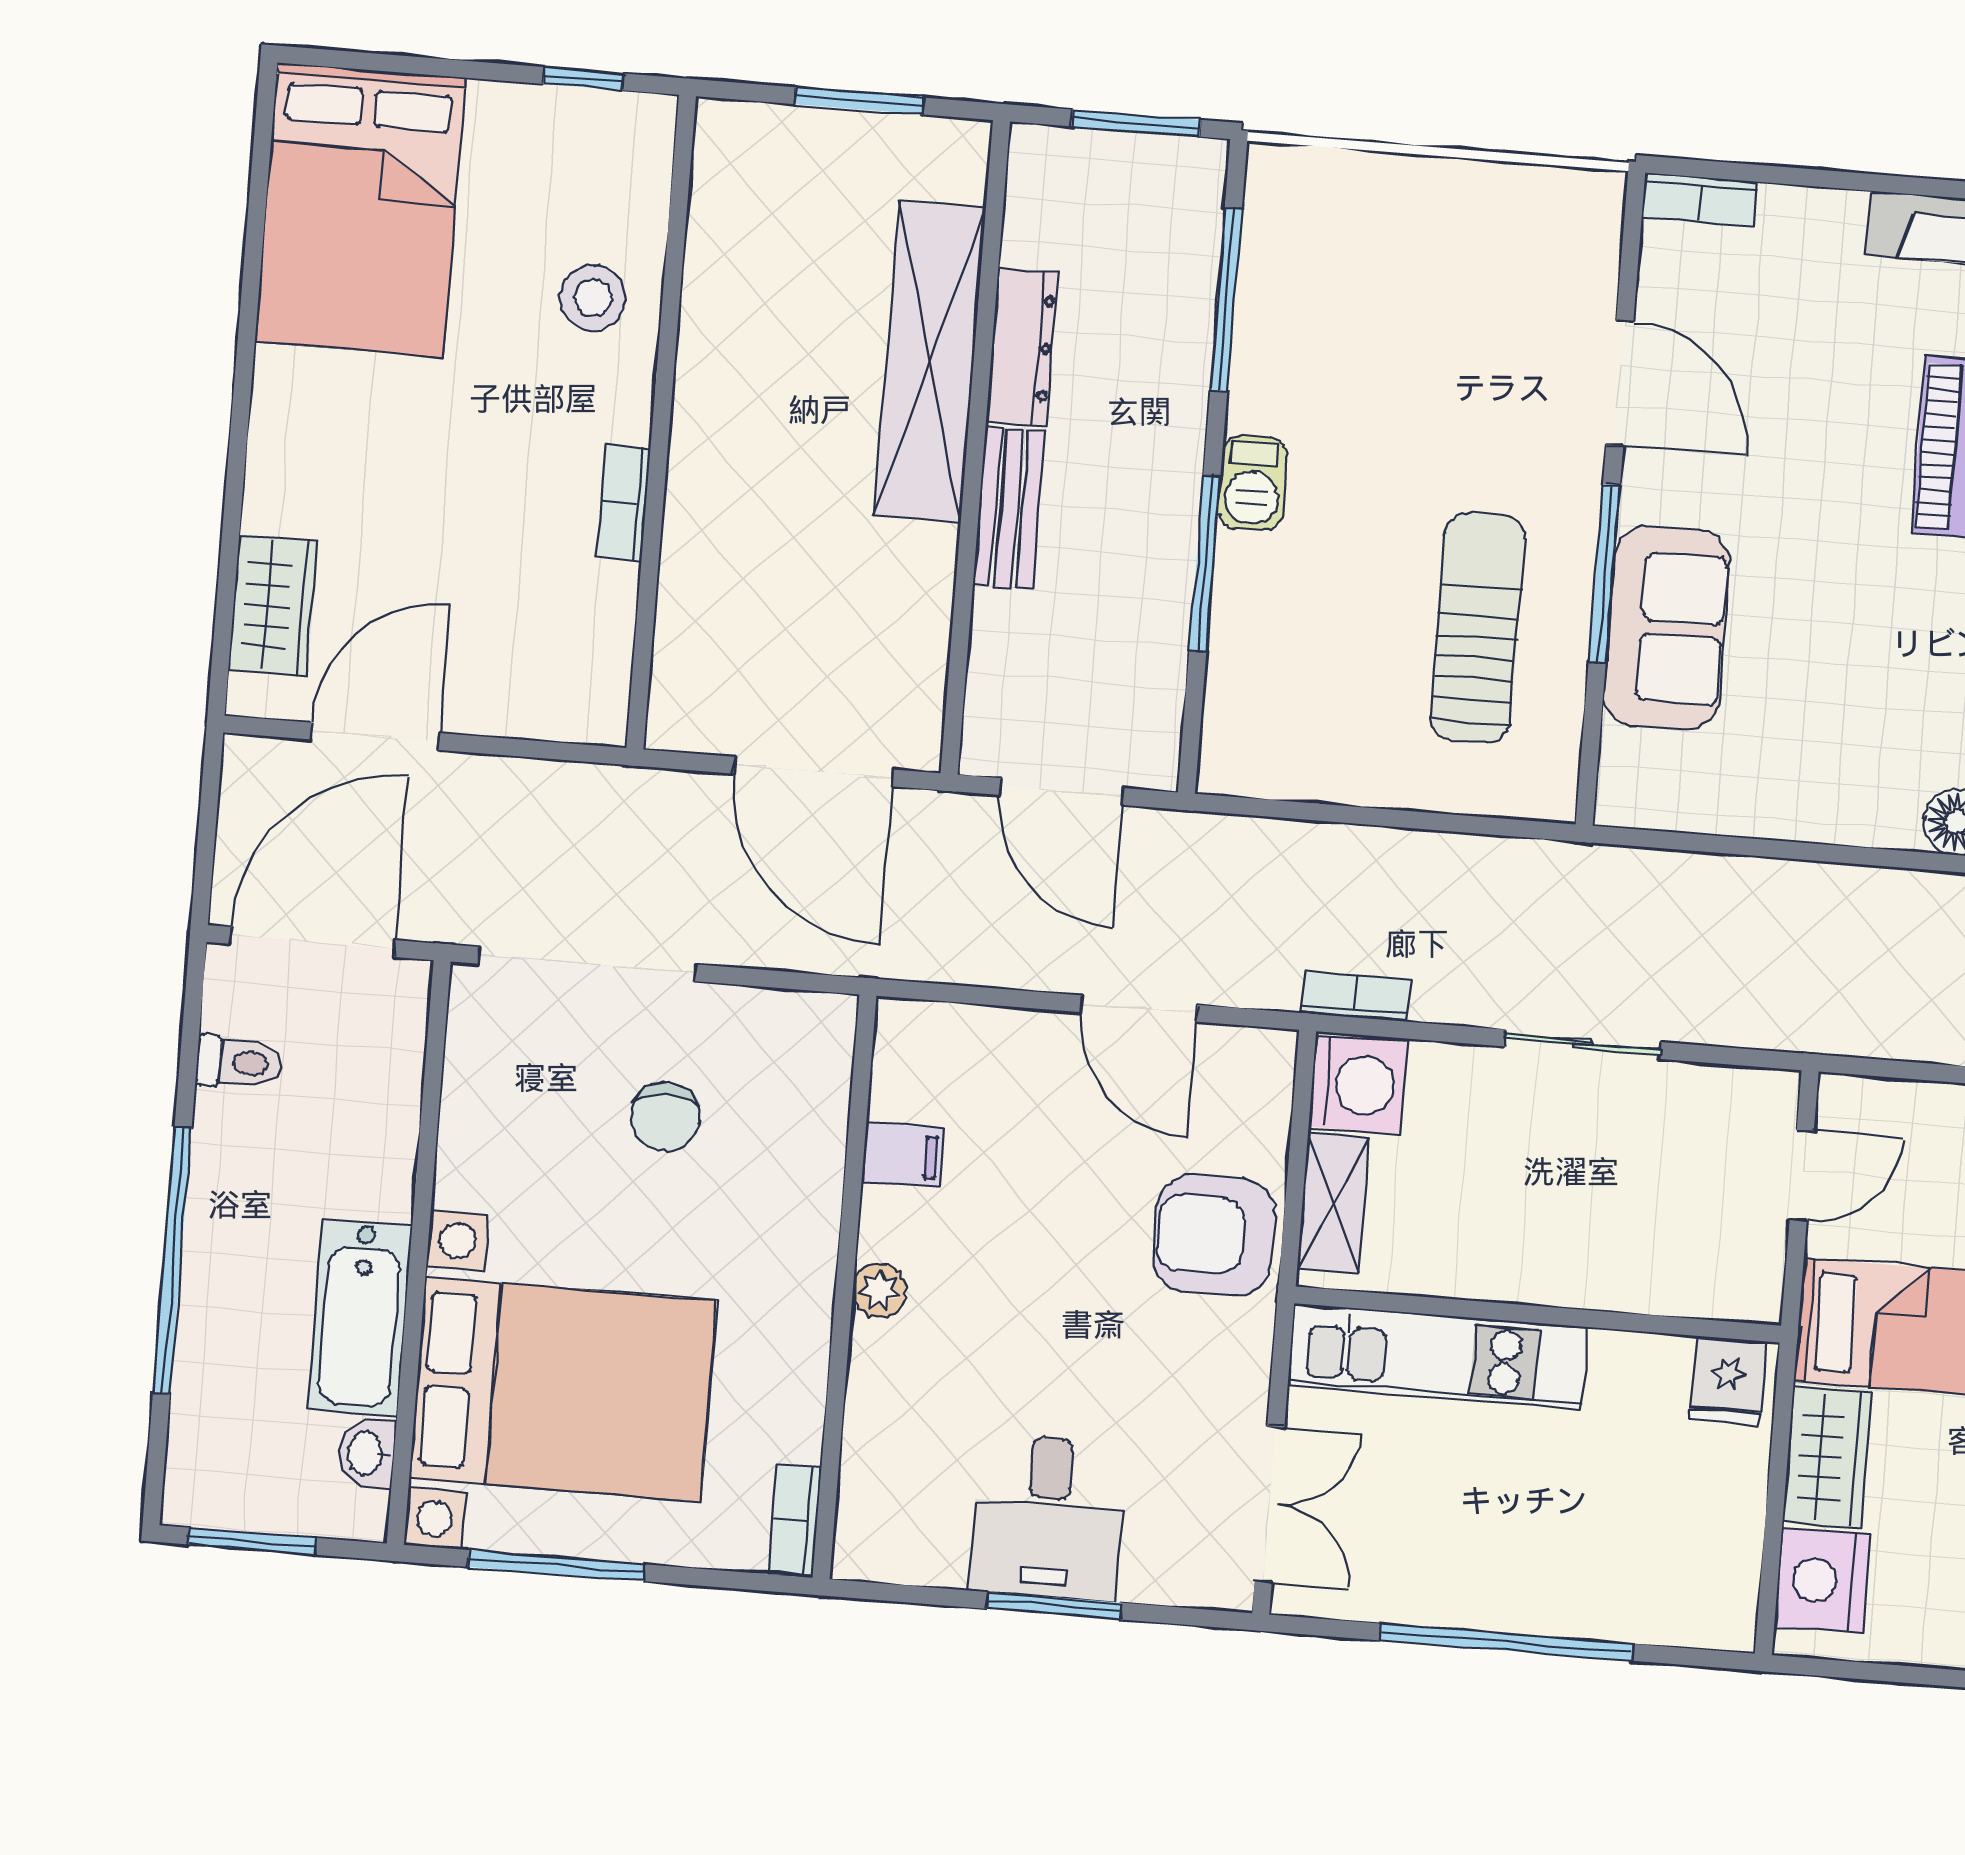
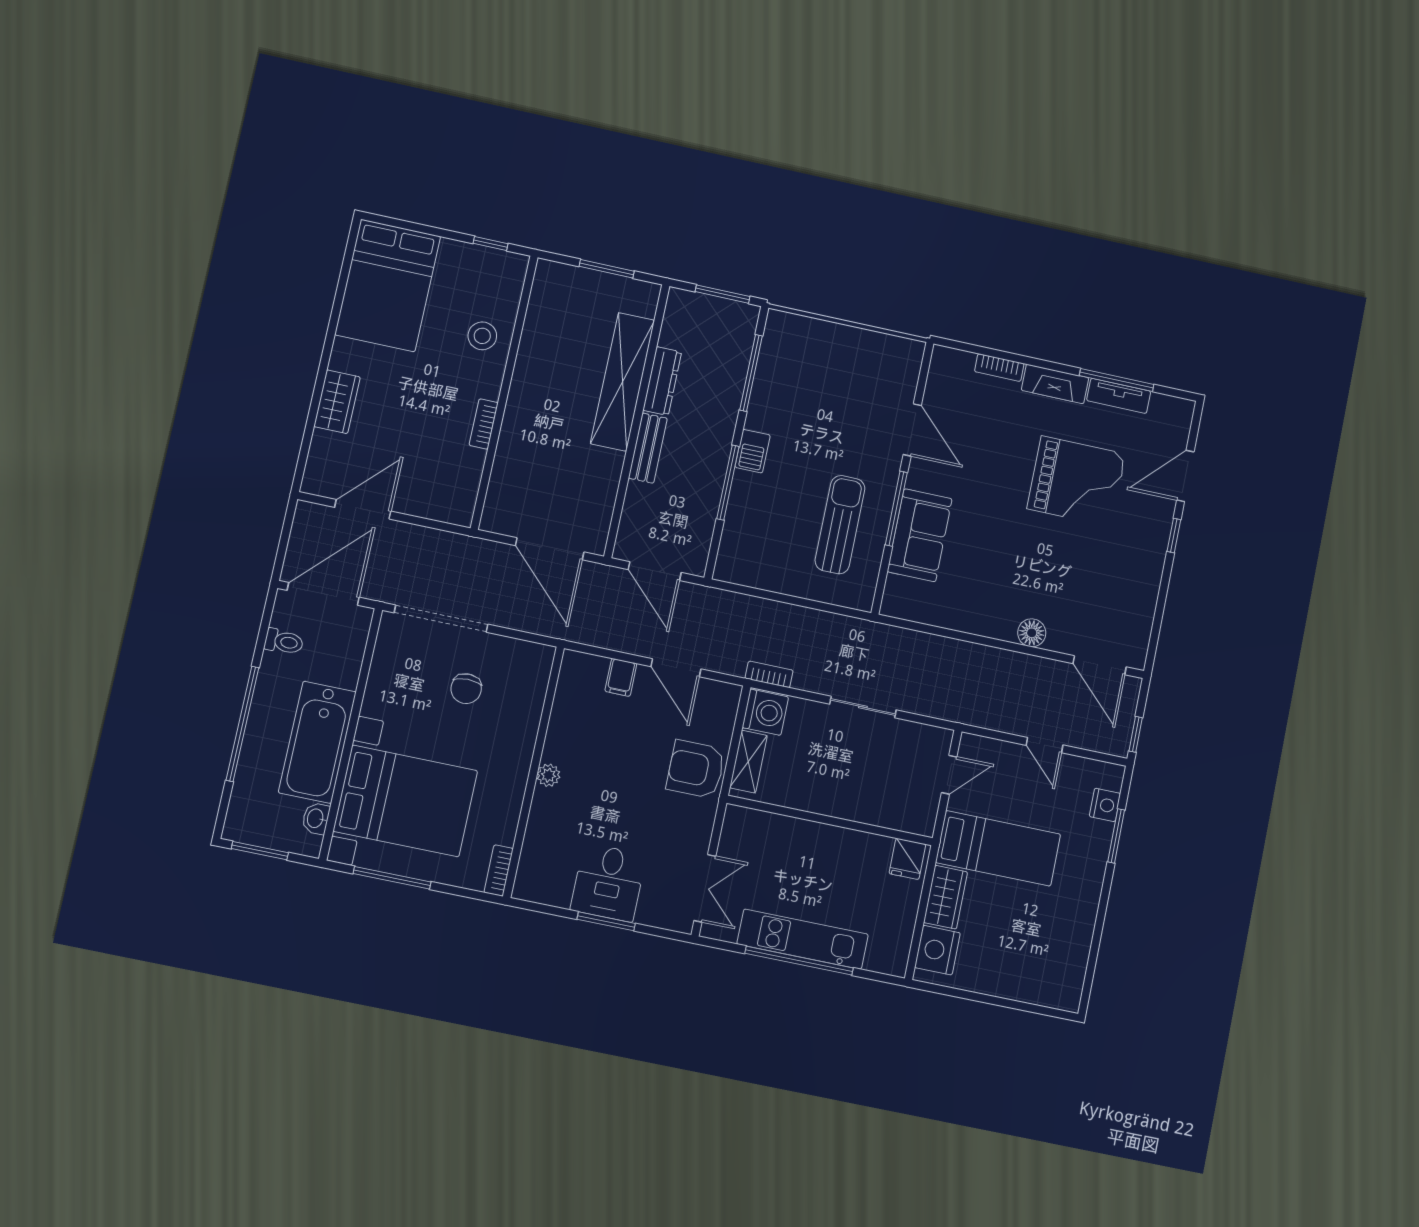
bookcase: (1699, 199) -> (999, 368), moved
wardrobe: (273, 606) -> (337, 402), moved
filing cabinet: (903, 1155) -> (621, 677), moved, turned 90
bathtub: (360, 1317) -> (317, 742), width x1.36, depth x1.36
kitchen unit: (1437, 1356) -> (803, 939), moved, turned 180

